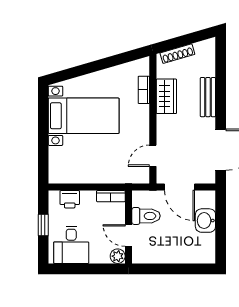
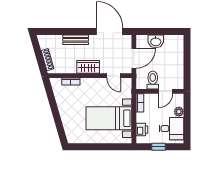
wardrobe: (166, 96) -> (88, 67), moved
bed with nightstands: (84, 116) -> (109, 118), moved, turned -90
plant: (118, 256) -> (179, 112), moved

